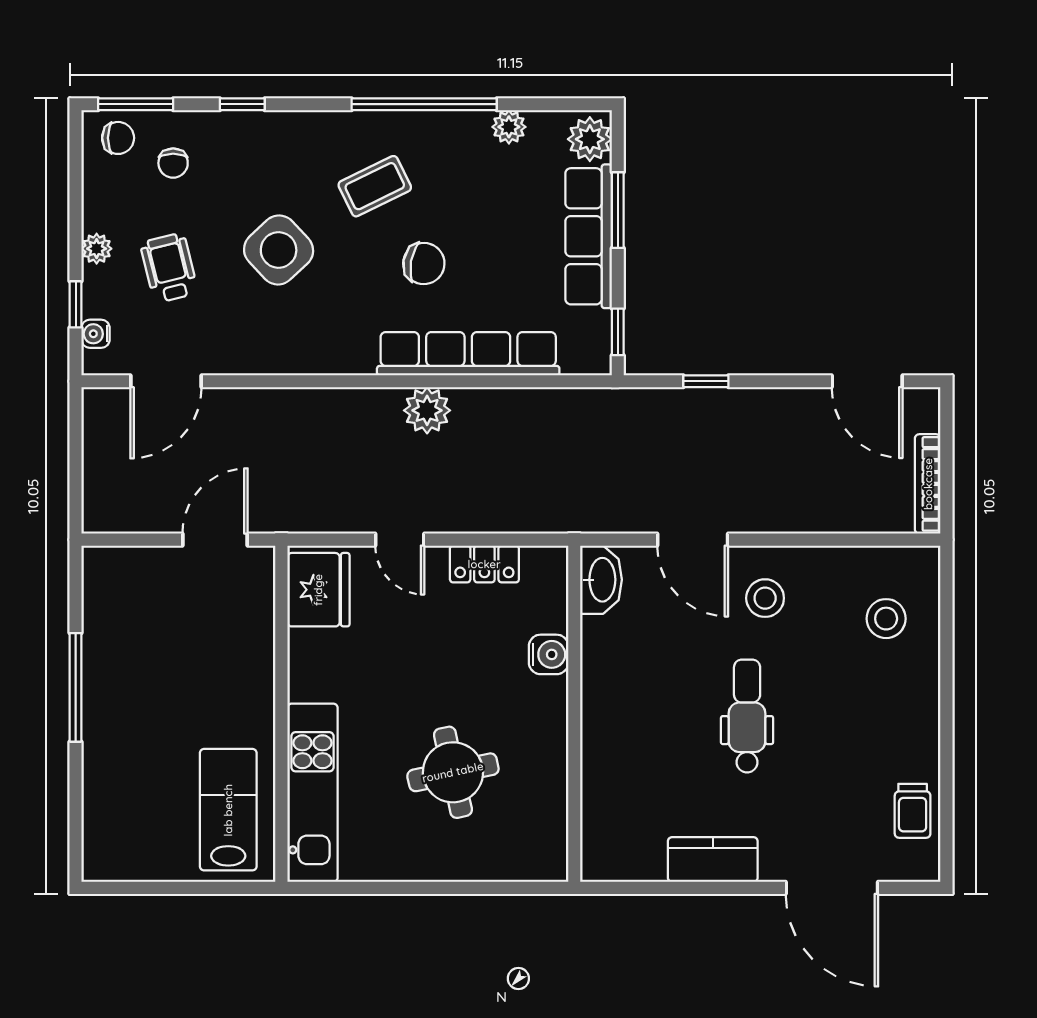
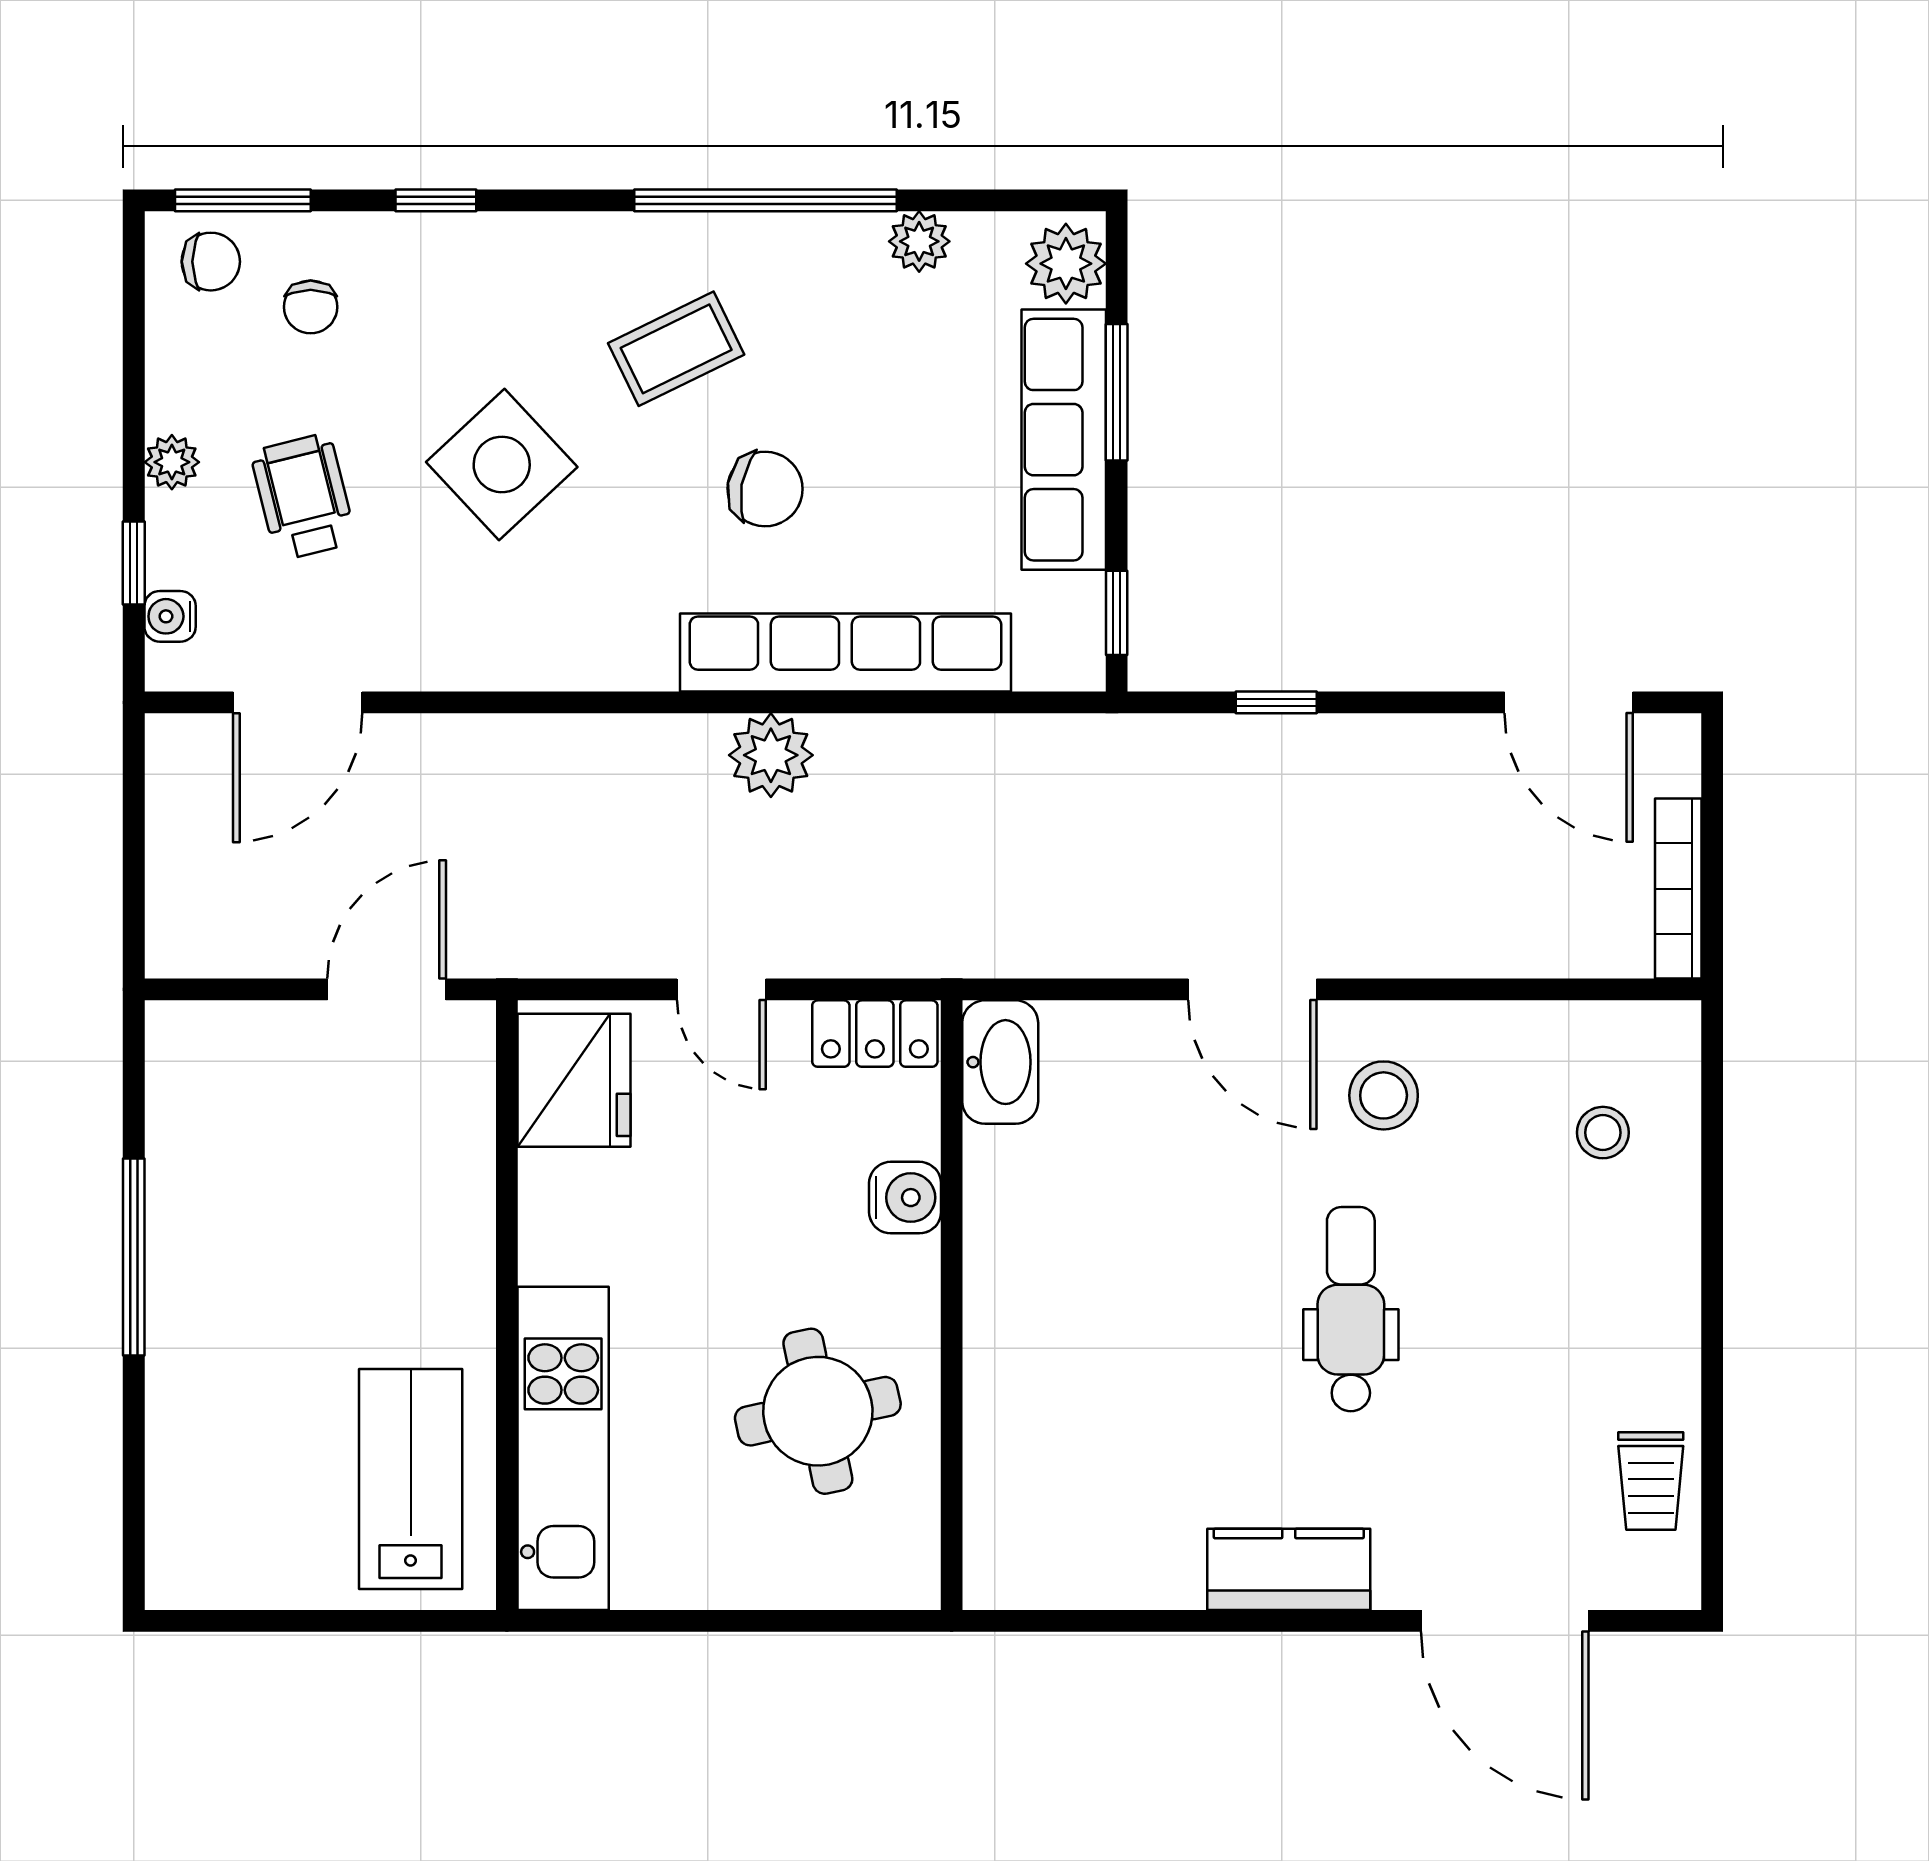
washbasin: (601, 580) -> (1000, 1062), moved
stool: (886, 619) -> (1603, 1133), width x0.73, depth x0.73
water cooler: (549, 654) -> (905, 1198), moved
wall: (574, 714) -> (952, 1305), moved

